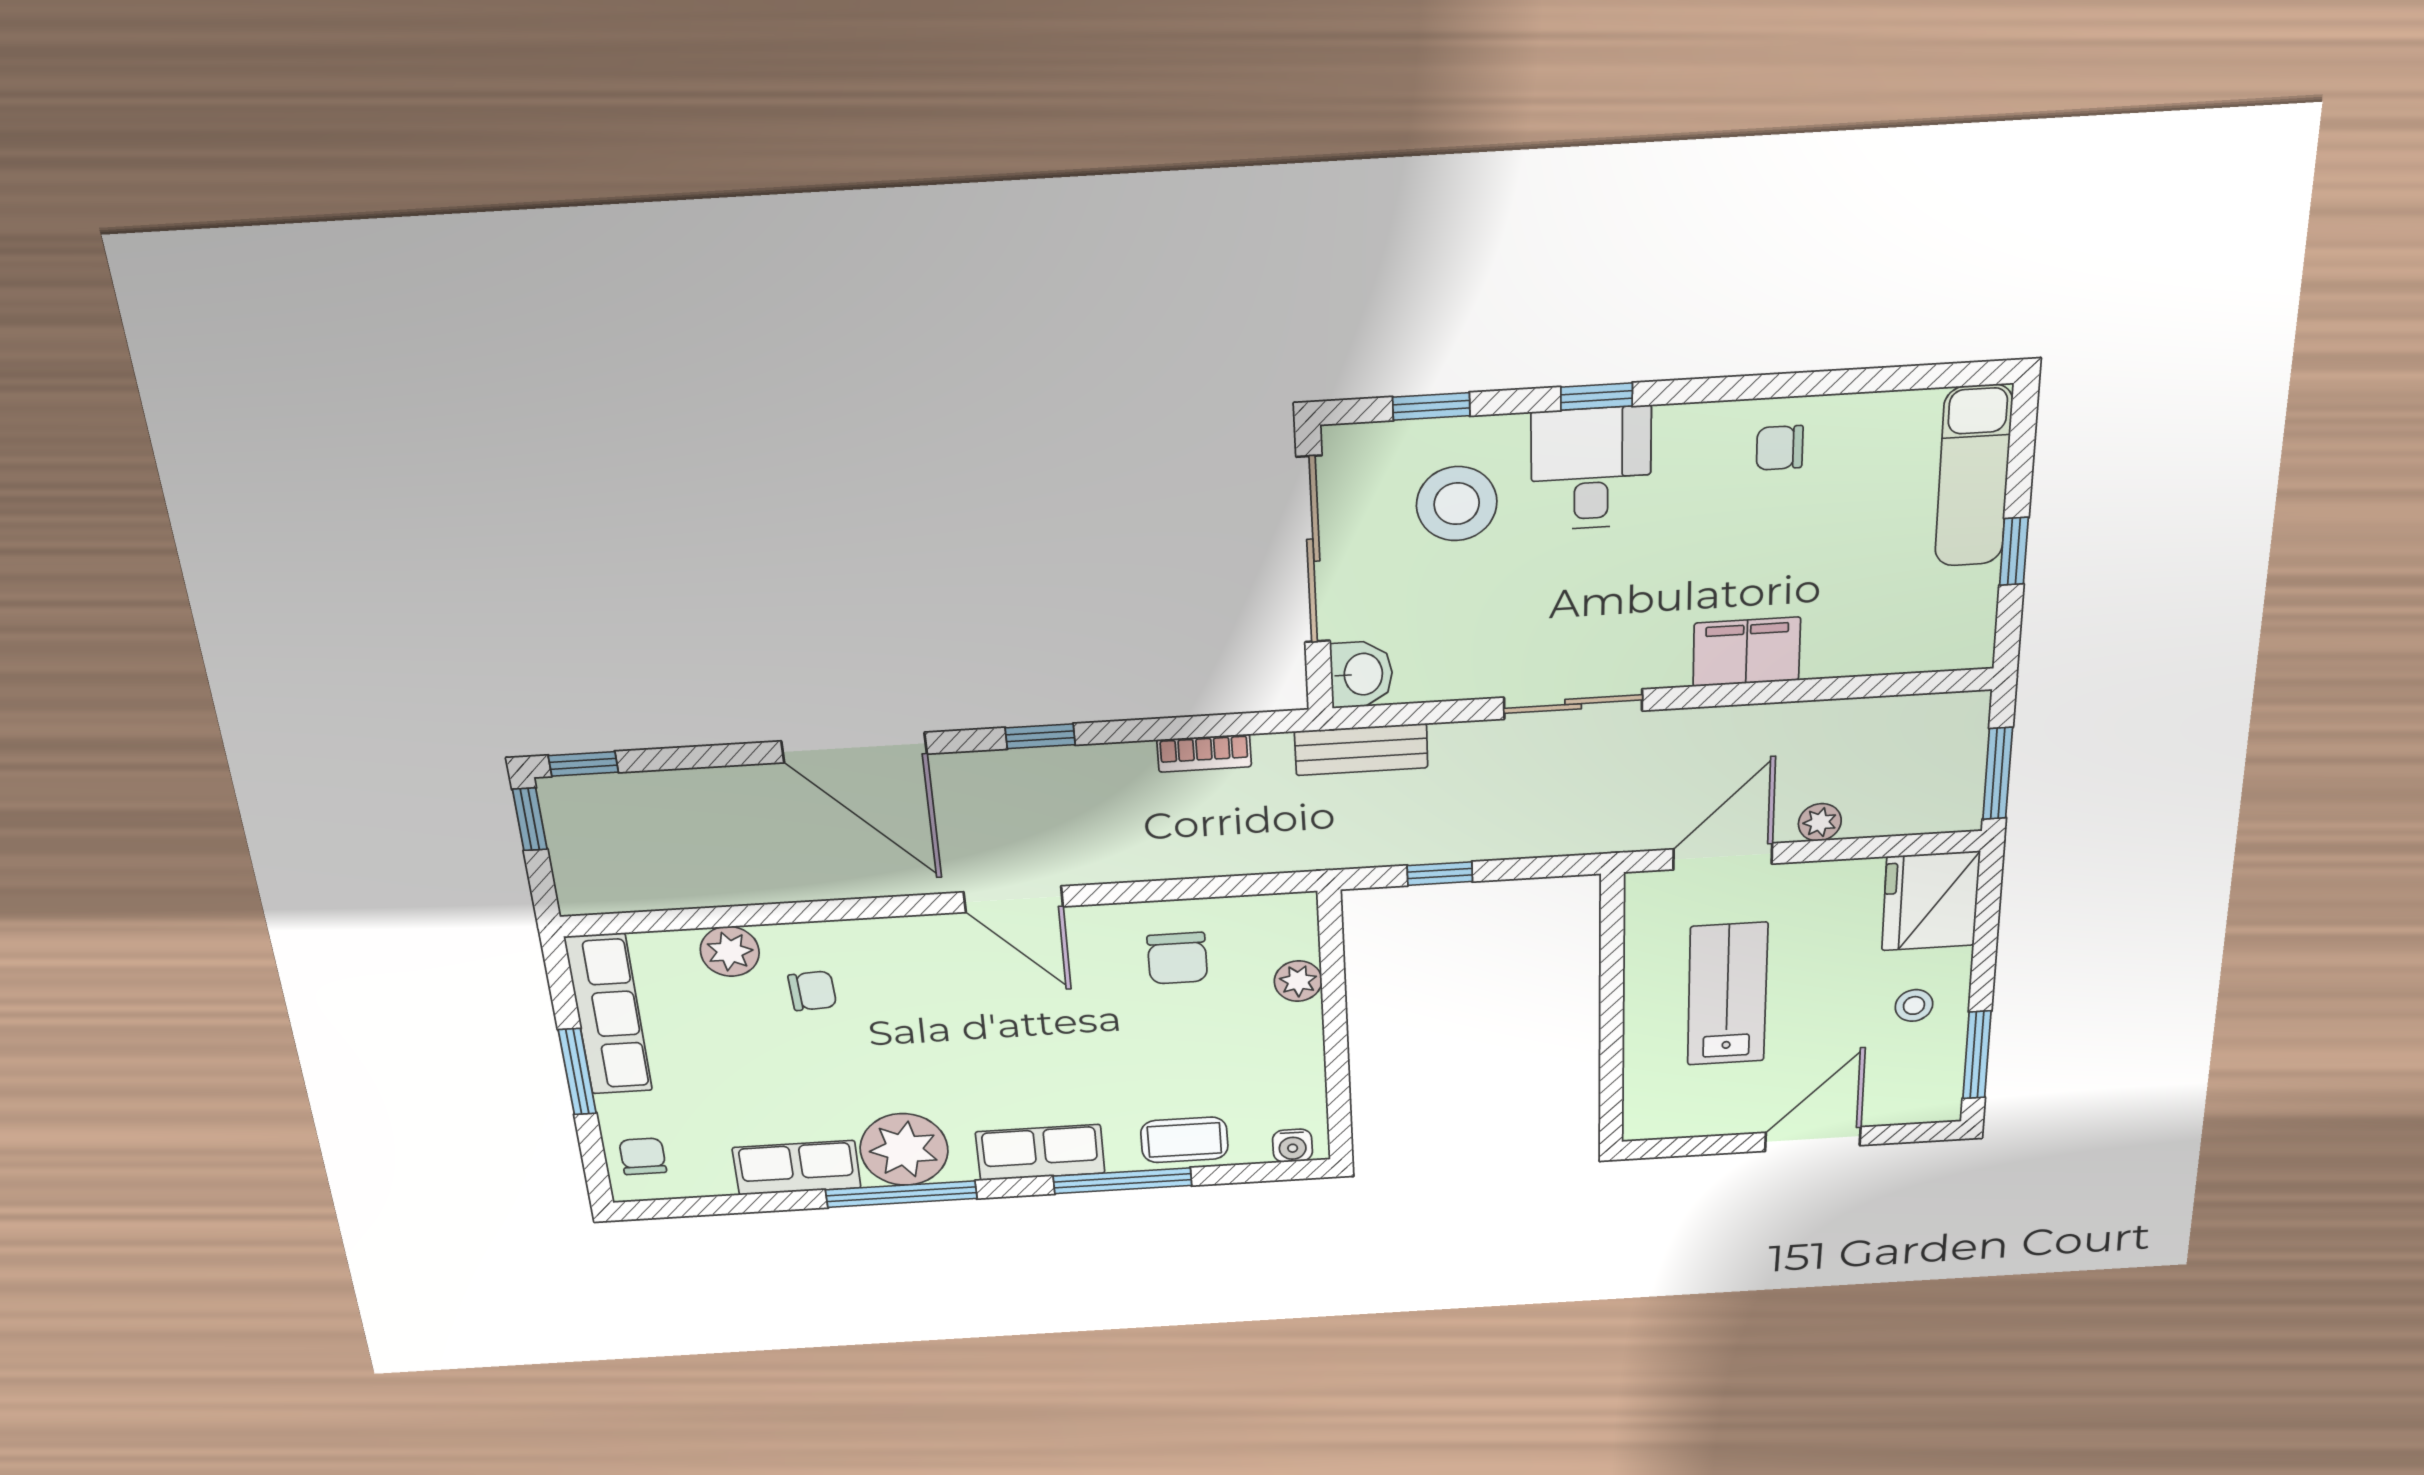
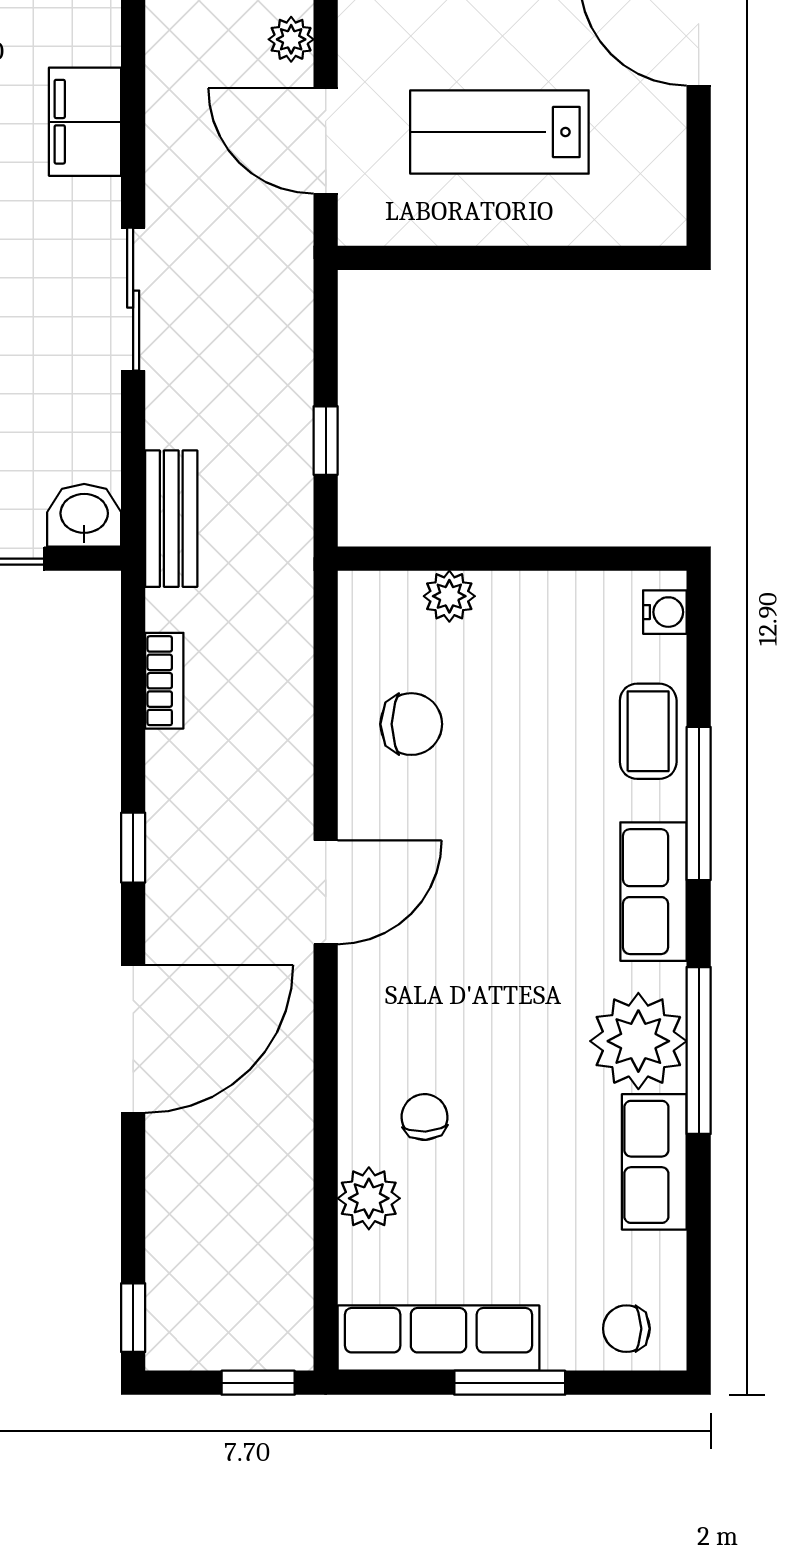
window: (530, 819) -> (258, 1383), moved

